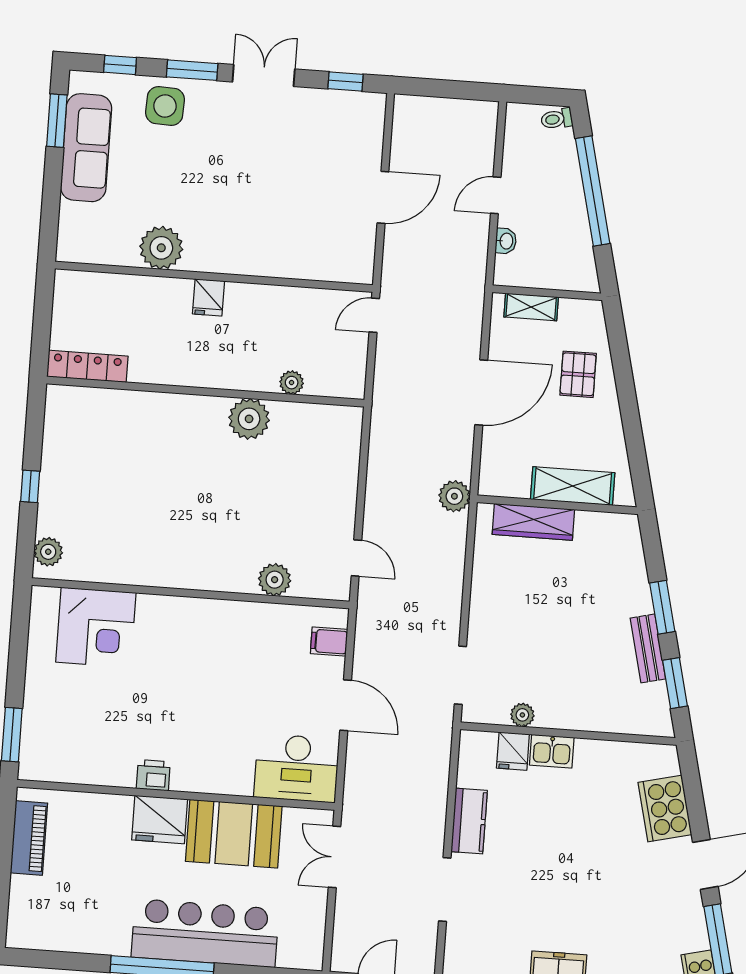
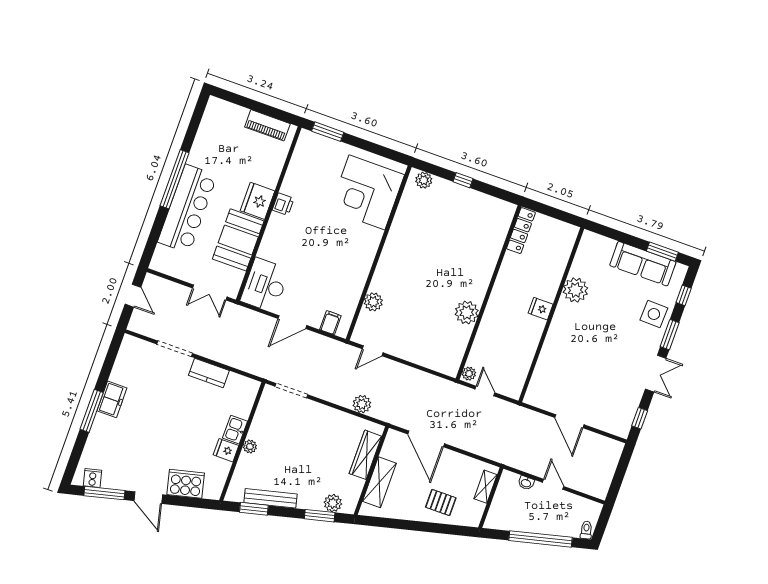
door: (374, 315) -> (485, 391), moved
plant: (292, 383) -> (469, 374), moved
door: (481, 393) -> (426, 439), moved
plant: (454, 496) -> (362, 404), moved
plant: (629, 554) -> (333, 503), added
window: (662, 607) -> (320, 516), moved
corner desk: (96, 627) -> (367, 192), width x1.36, depth x1.36
bench: (648, 648) -> (270, 498), width x1.36
plant: (522, 715) -> (250, 447), moved
fridge: (513, 751) -> (226, 450), moved
double door: (335, 857) -> (210, 292), swing flipped

